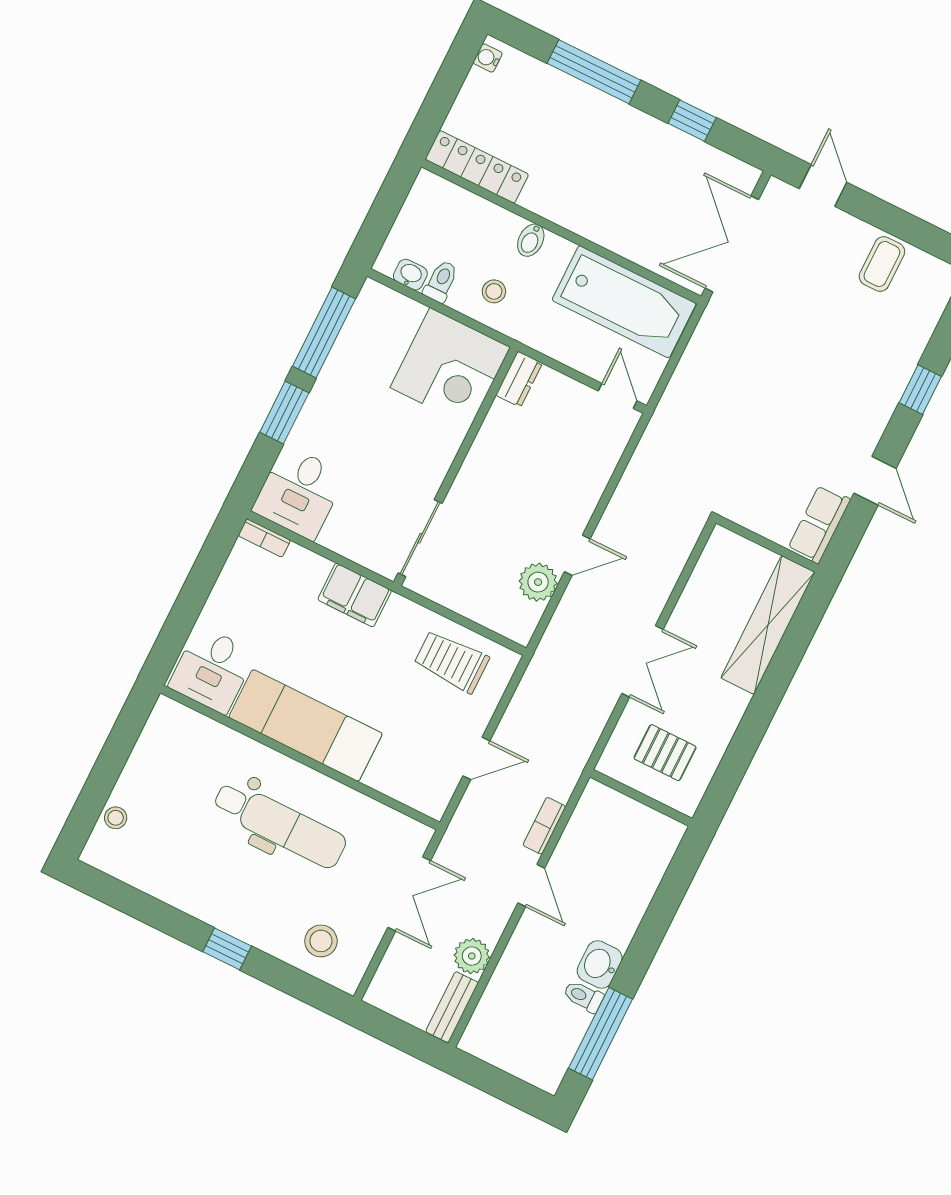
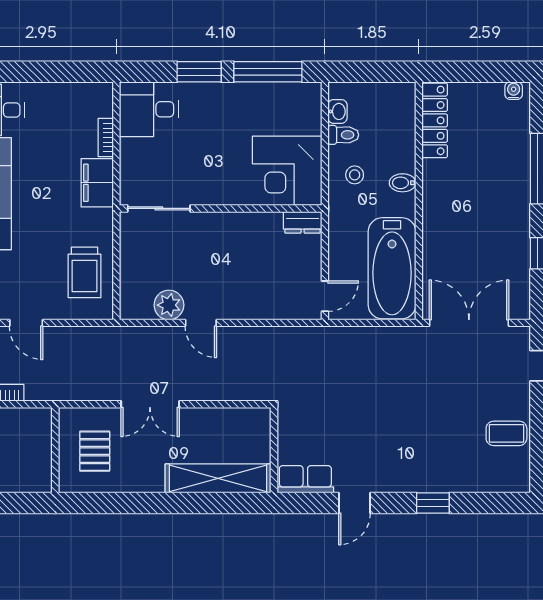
bookcase: (264, 538) -> (106, 138), moved
trolley: (451, 661) -> (85, 272), turned 180

